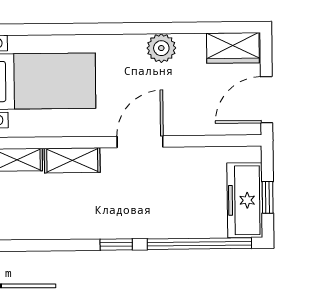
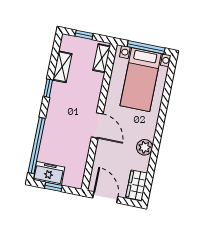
shelving: (72, 160) -> (62, 67), moved
freezer: (245, 200) -> (49, 173), width x0.71
window: (116, 244) -> (48, 88), moved

